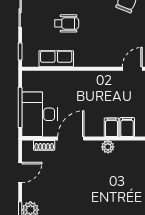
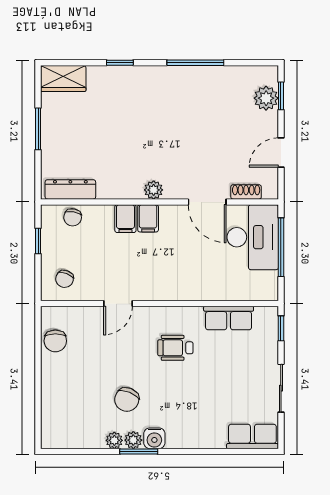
wheelchair: (67, 23) -> (175, 348), moved
door: (71, 139) -> (207, 202), hinge flipped

